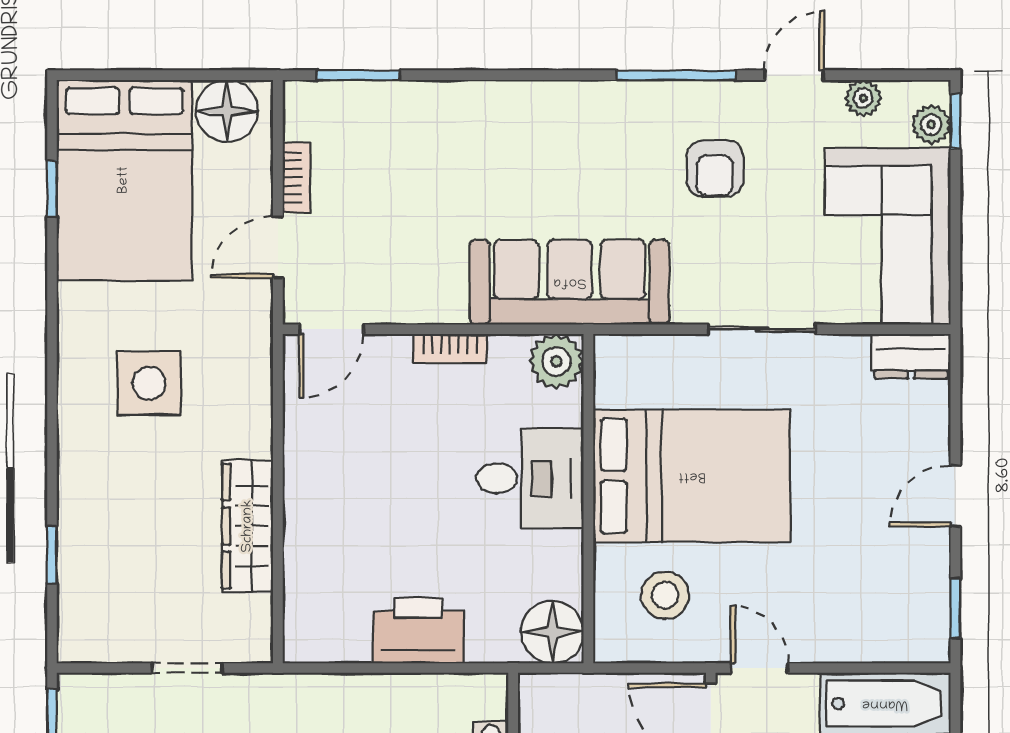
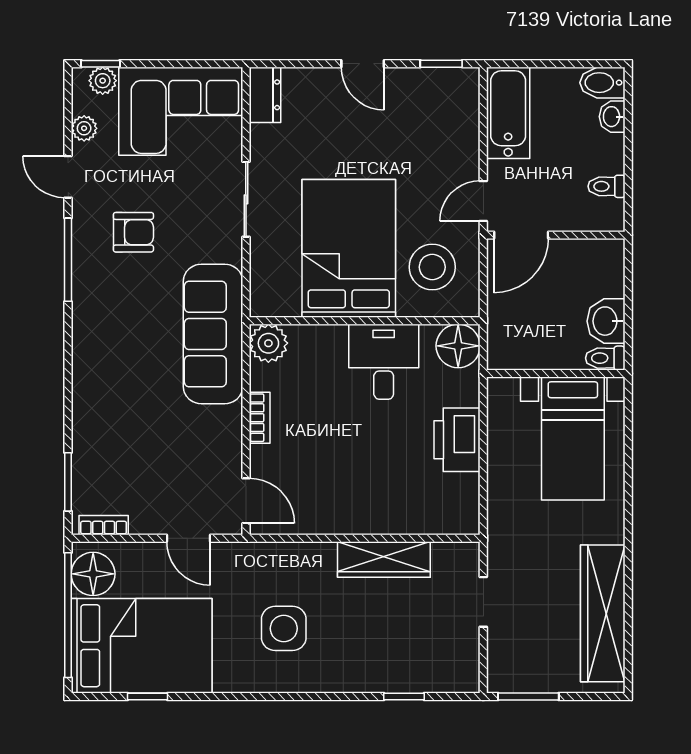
window: (168, 75) -> (68, 615), added
bookcase: (297, 177) -> (104, 525), moved
desk: (530, 478) -> (384, 362), moved
stool: (665, 595) -> (432, 267), width x1.38, depth x1.38

